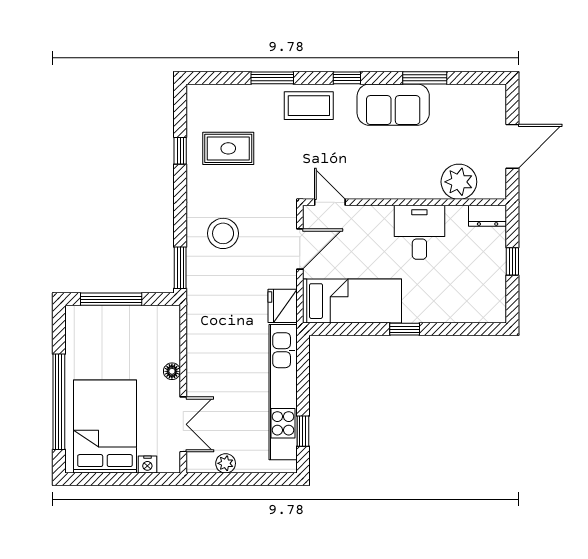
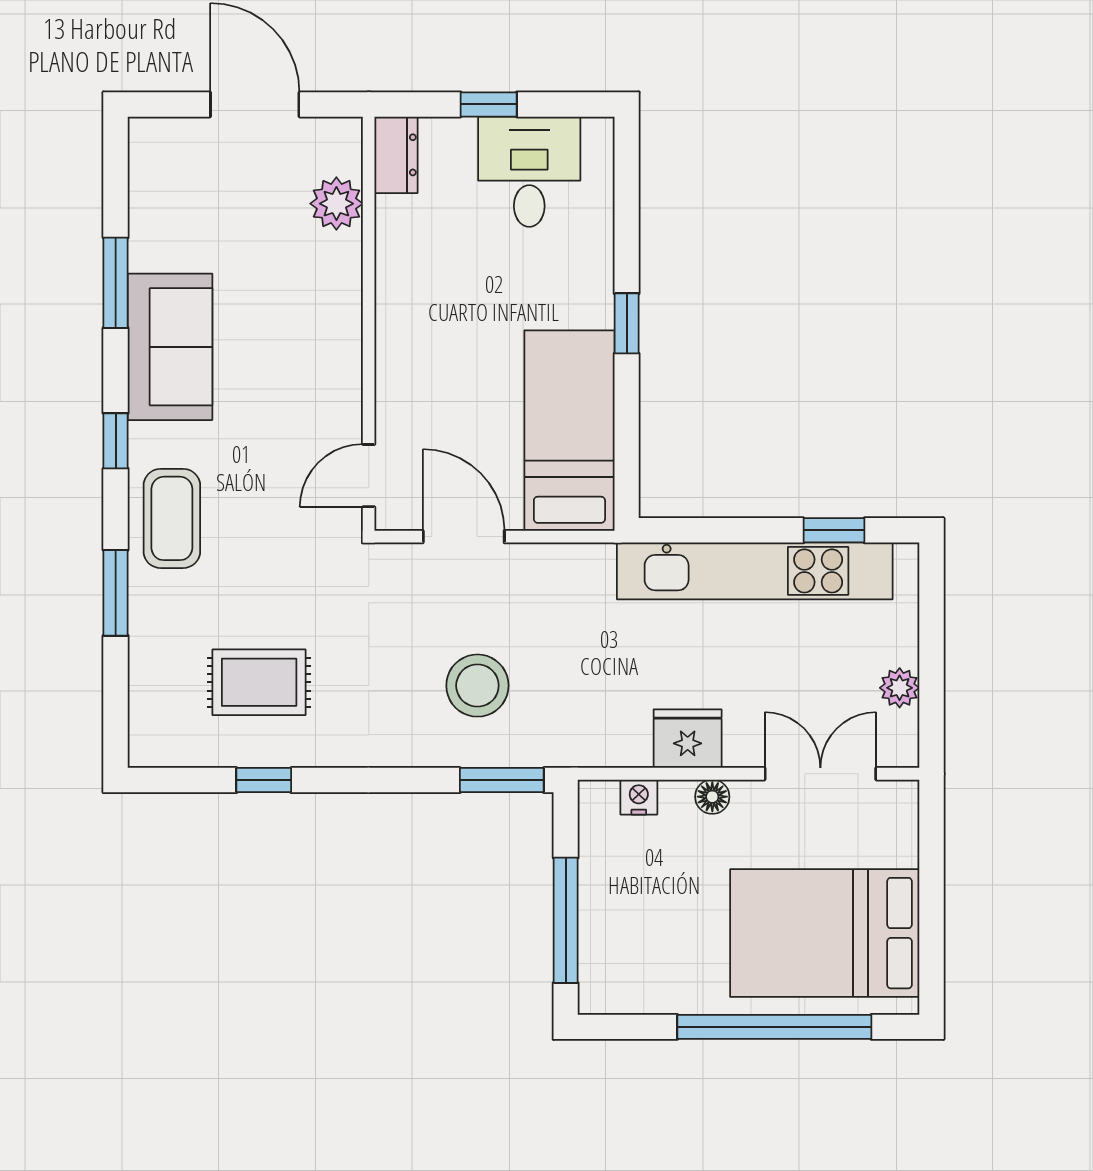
rug: (228, 148) -> (259, 682), turned 90
plant: (459, 182) -> (336, 204), width x0.73, depth x0.73
desk: (419, 232) -> (529, 172), moved, turned 90
stool: (223, 233) -> (477, 686), moved
fridge: (283, 306) -> (688, 739), moved, turned 180
nightstand: (147, 465) -> (639, 797), moved, turned -90

